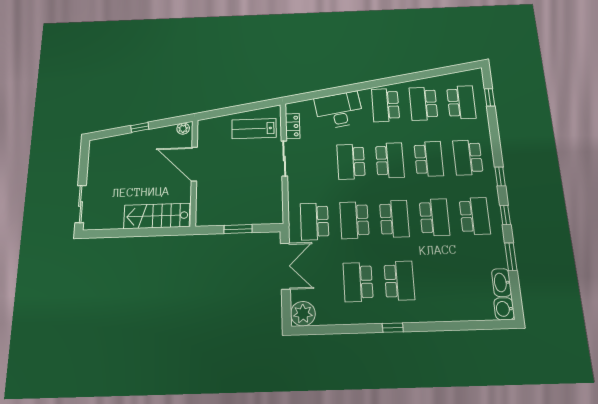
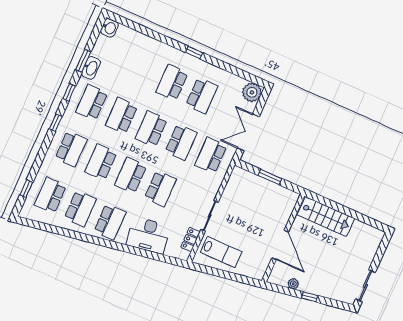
plant: (183, 129) -> (293, 284), moved
sliding door: (81, 204) -> (365, 286), moved
school desk: (314, 221) -> (211, 155), turned 180
washbasin: (501, 282) -> (91, 68), moved

